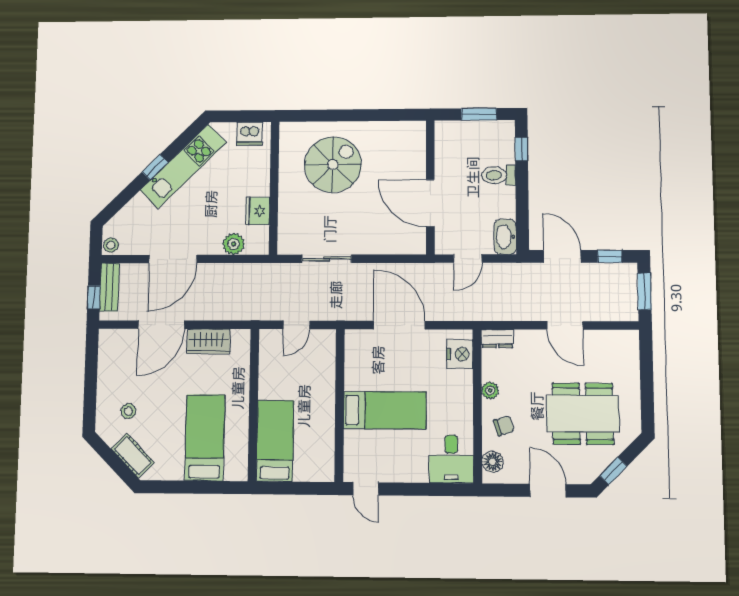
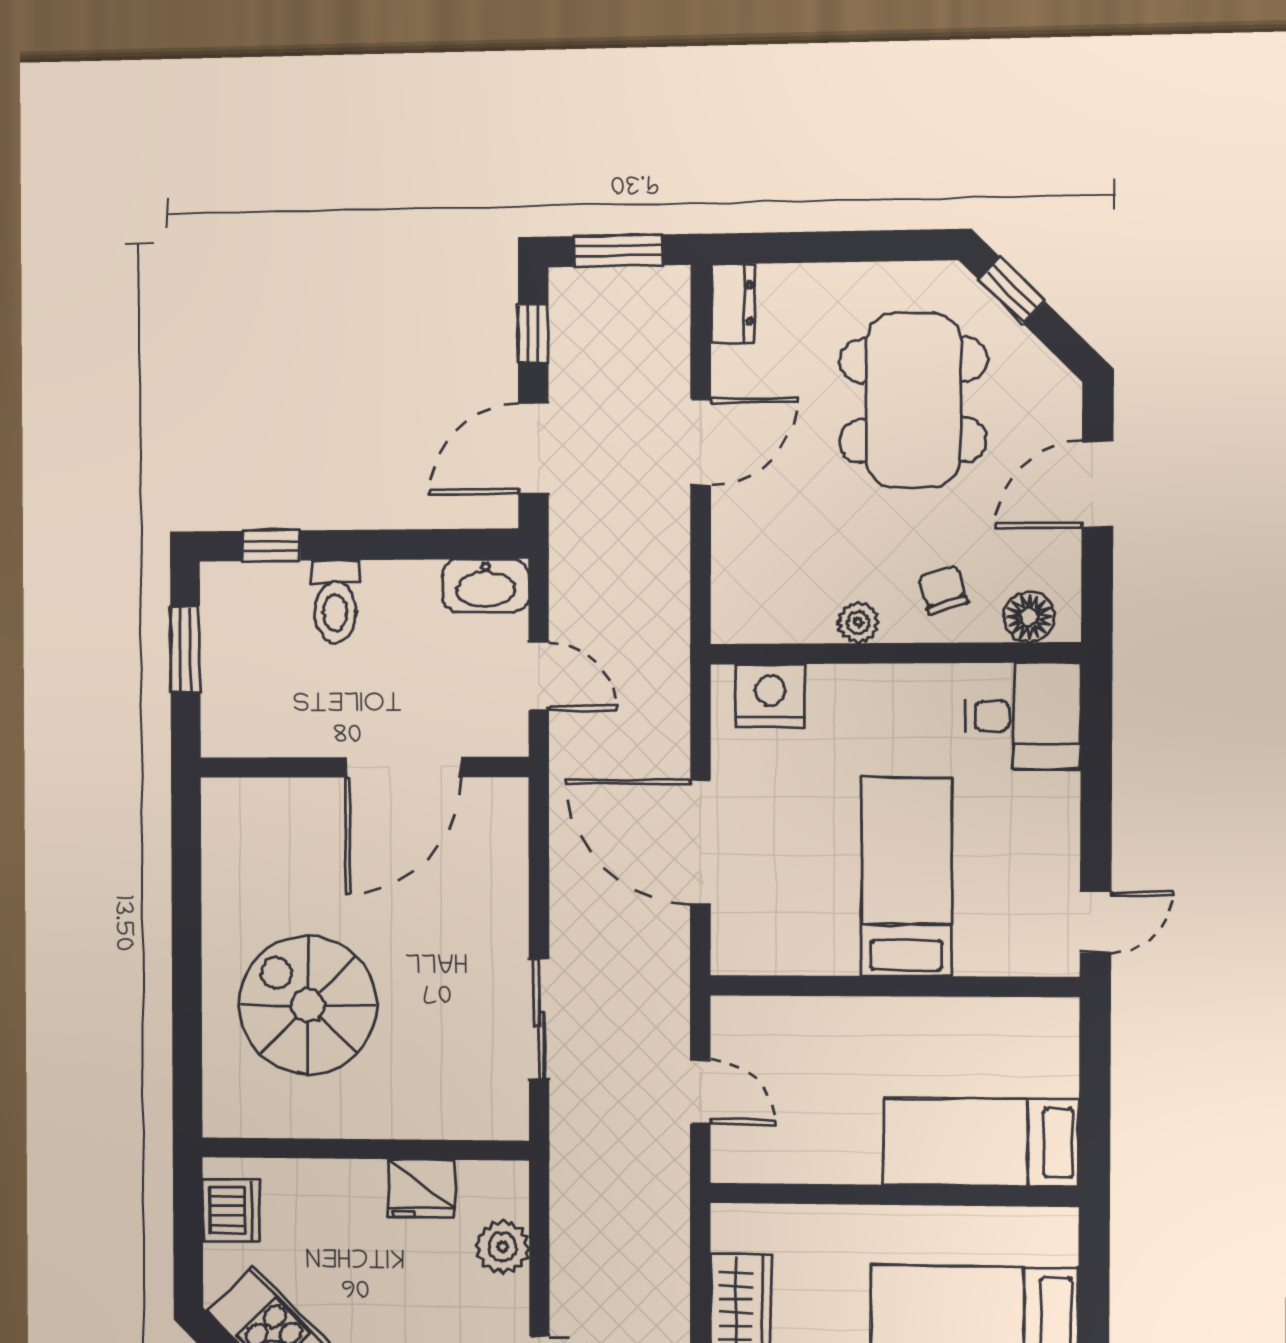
door: (399, 325) -> (700, 842), hinge flipped
dresser: (497, 339) -> (733, 303), moved
window: (613, 471) -> (1012, 290), moved

